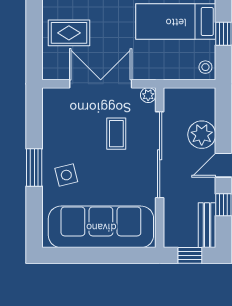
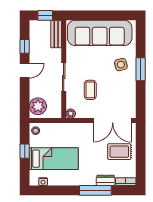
double door: (101, 84) -> (113, 121), moved
plant: (202, 135) -> (38, 106), moved
sliding door: (160, 155) -> (64, 77), width x0.54
bench: (207, 225) -> (56, 34), moved

